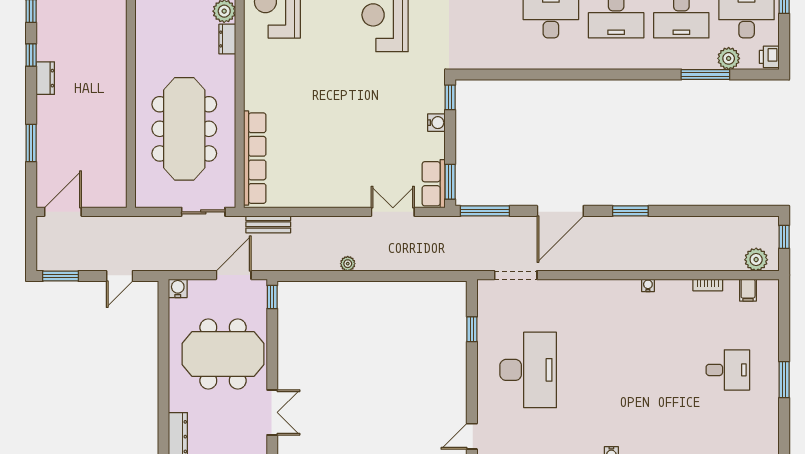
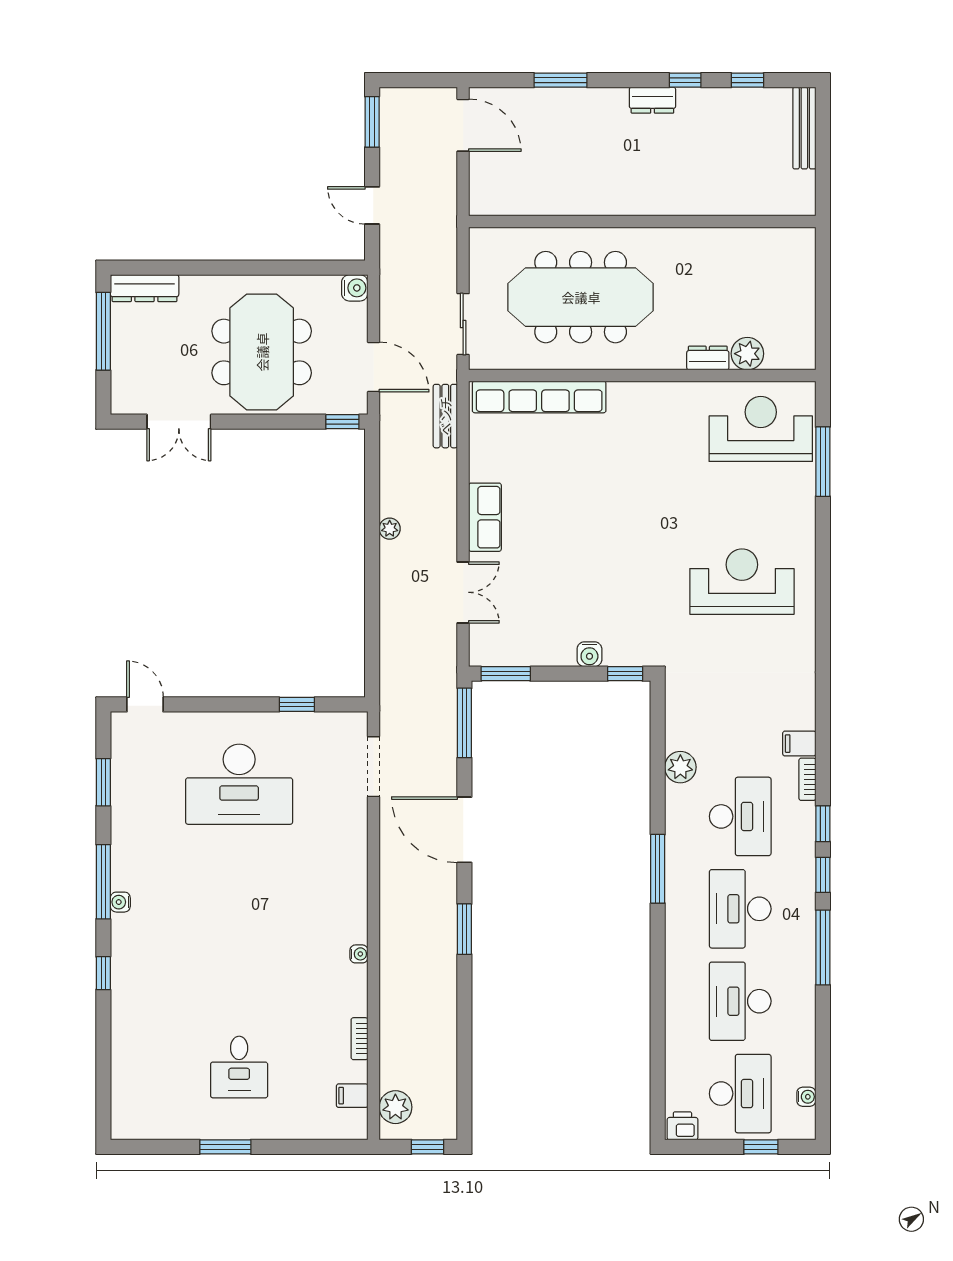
plant: (729, 58) -> (680, 767), moved
window: (705, 74) -> (658, 869), moved
row of seats: (434, 184) -> (485, 517), moved, turned 90

